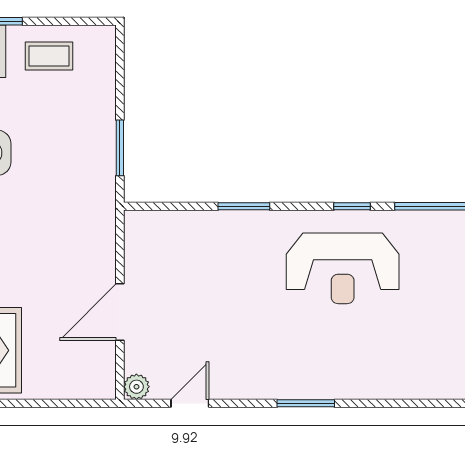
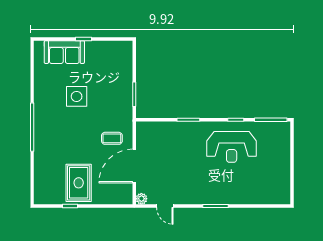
coffee table: (49, 56) -> (112, 138), moved
door: (120, 312) -> (134, 166), width x1.36
door: (190, 403) -> (165, 206), swing flipped

